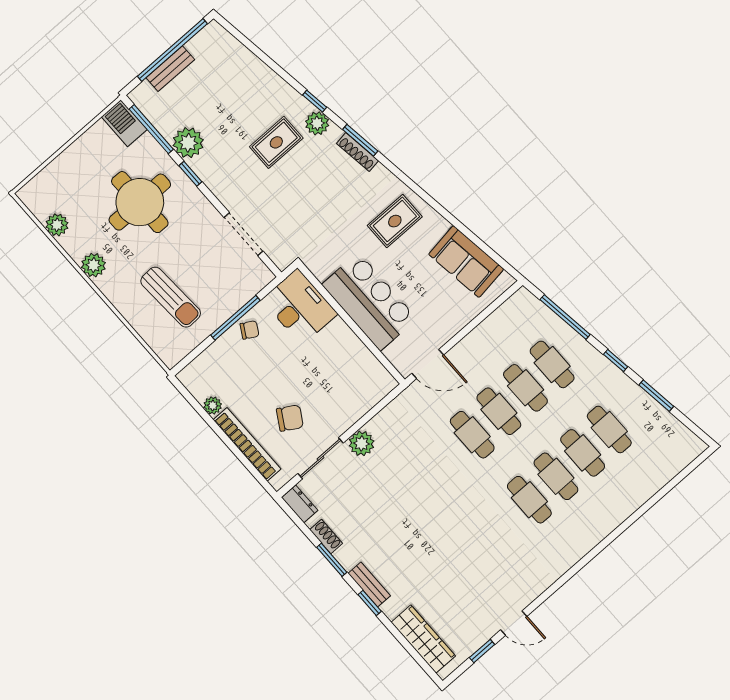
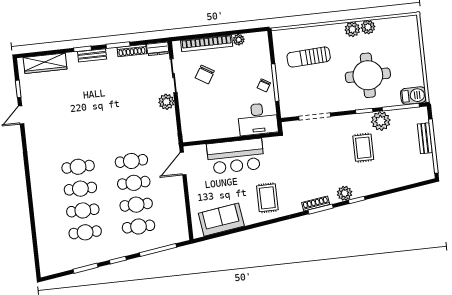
rug: (276, 142) -> (363, 148), moved
plant: (57, 225) -> (368, 27), moved
shoe rack: (326, 537) -> (132, 51), width x1.43

